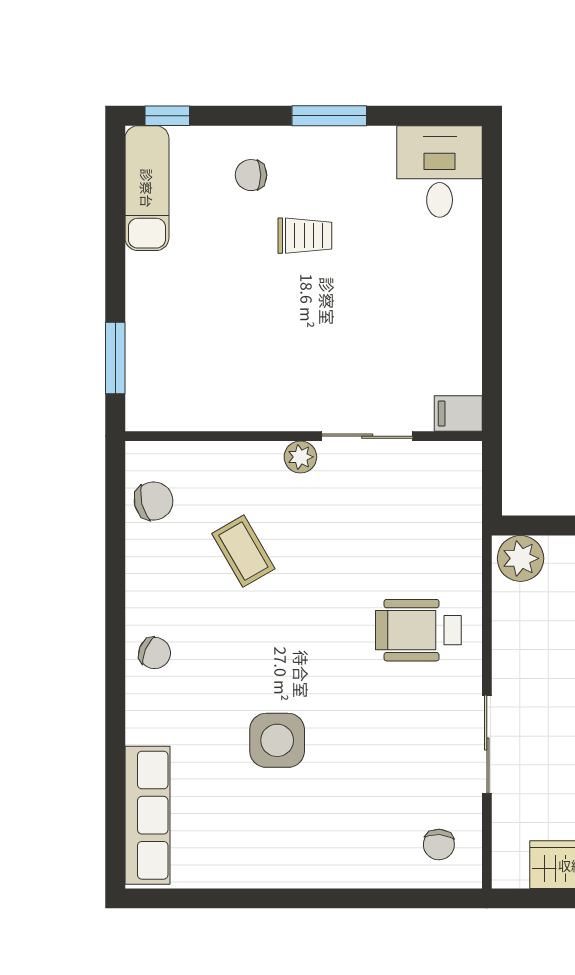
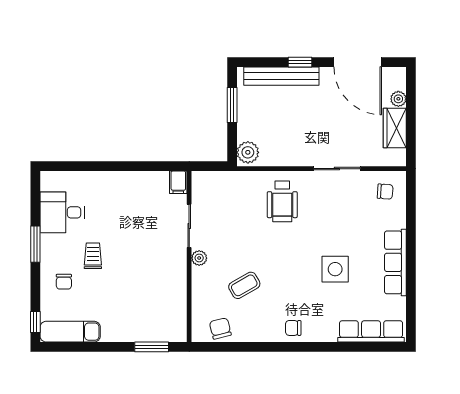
desk: (440, 171) -> (62, 212), moved
chair: (155, 653) -> (293, 328), turned -113
row of seats: (291, 866) -> (395, 262), added

